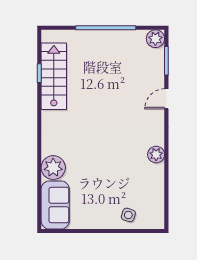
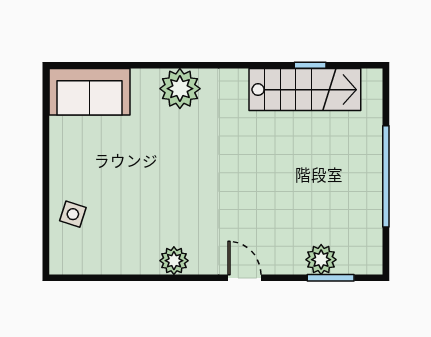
plant: (155, 39) -> (321, 260), moved
door: (166, 99) -> (244, 278), moved
plant: (53, 168) -> (180, 89), moved

